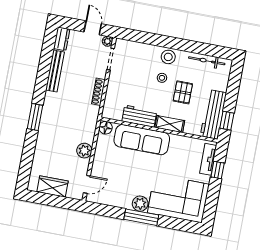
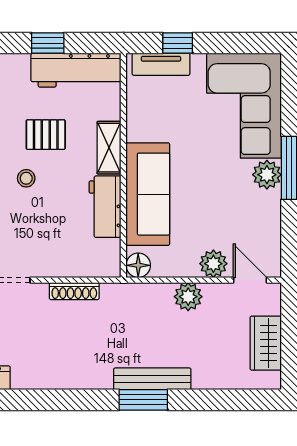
bench: (55, 71) -> (152, 379), moved
window: (227, 121) -> (48, 43), moved
plant: (99, 167) -> (213, 264), added

